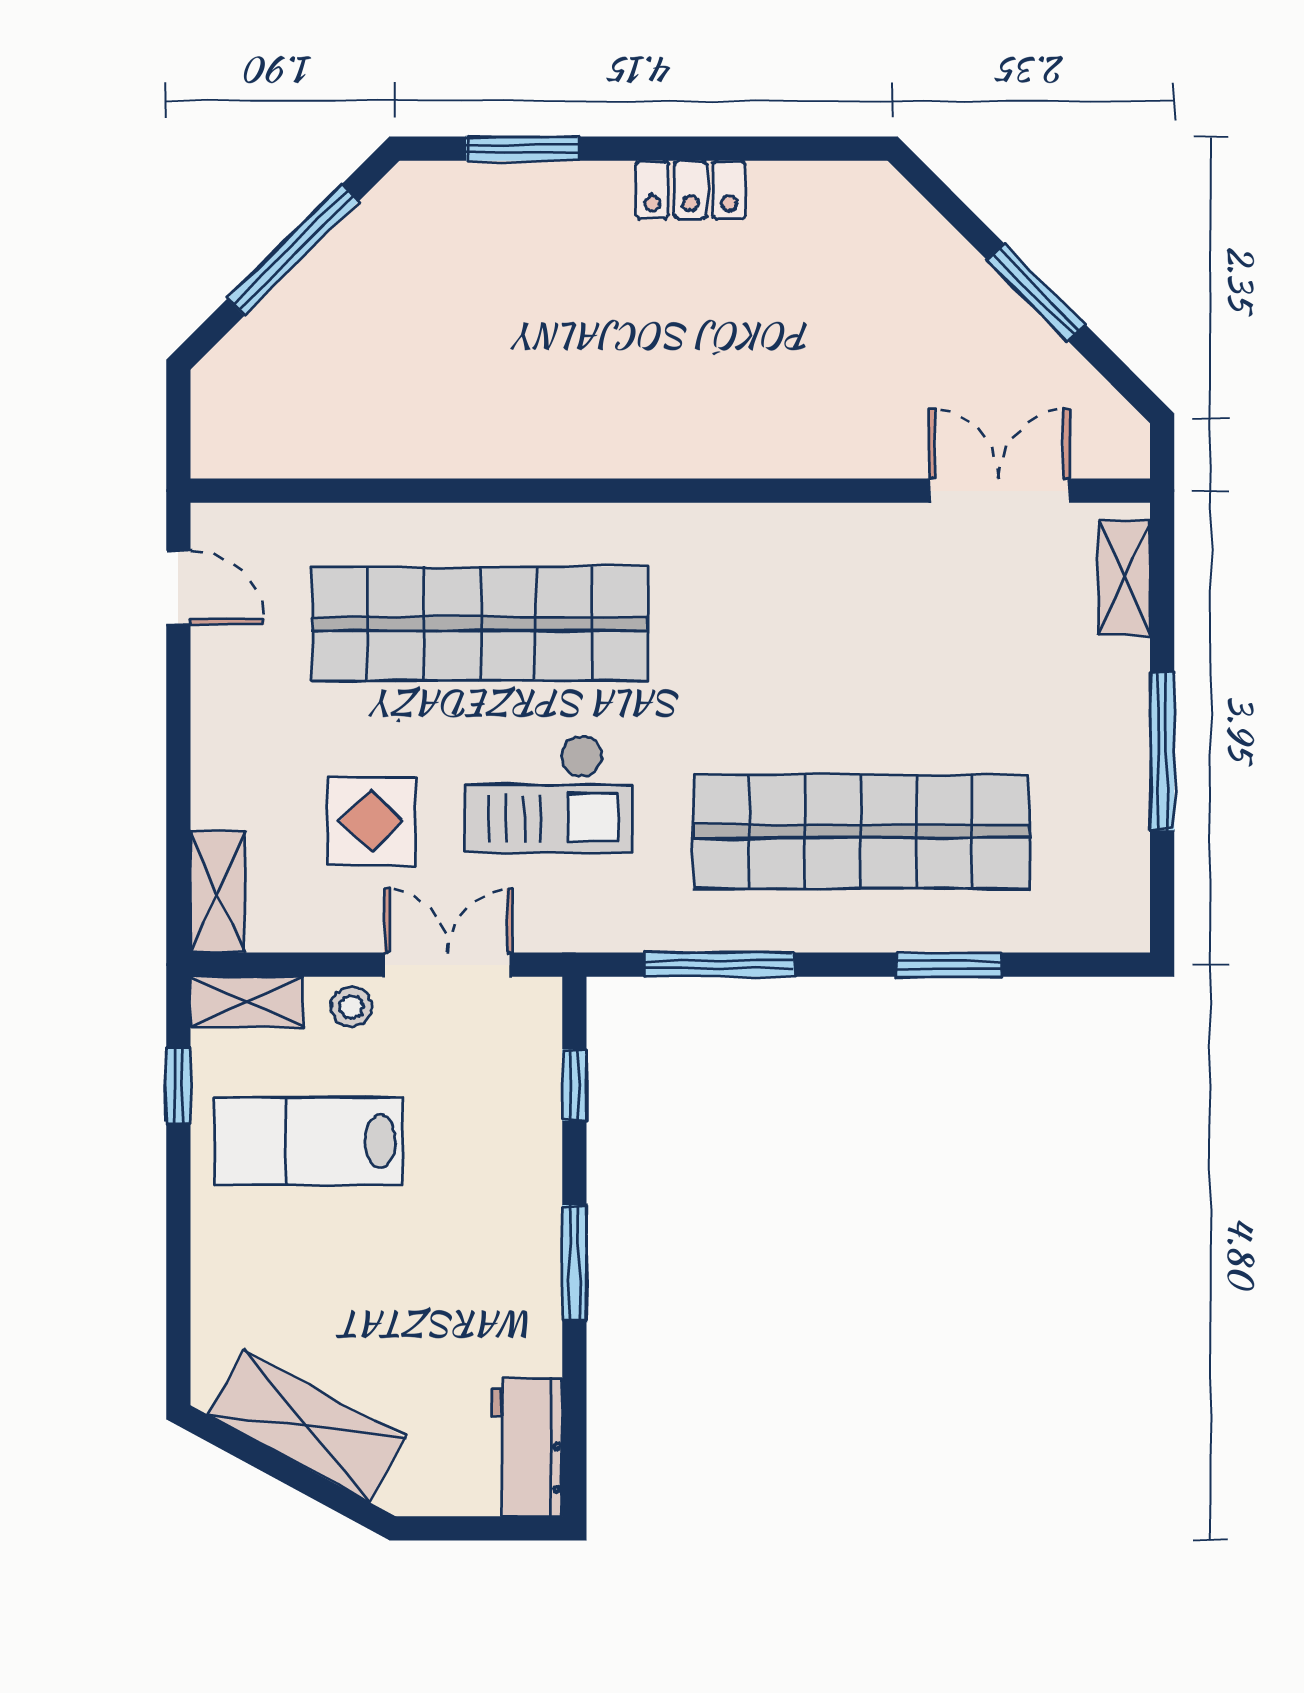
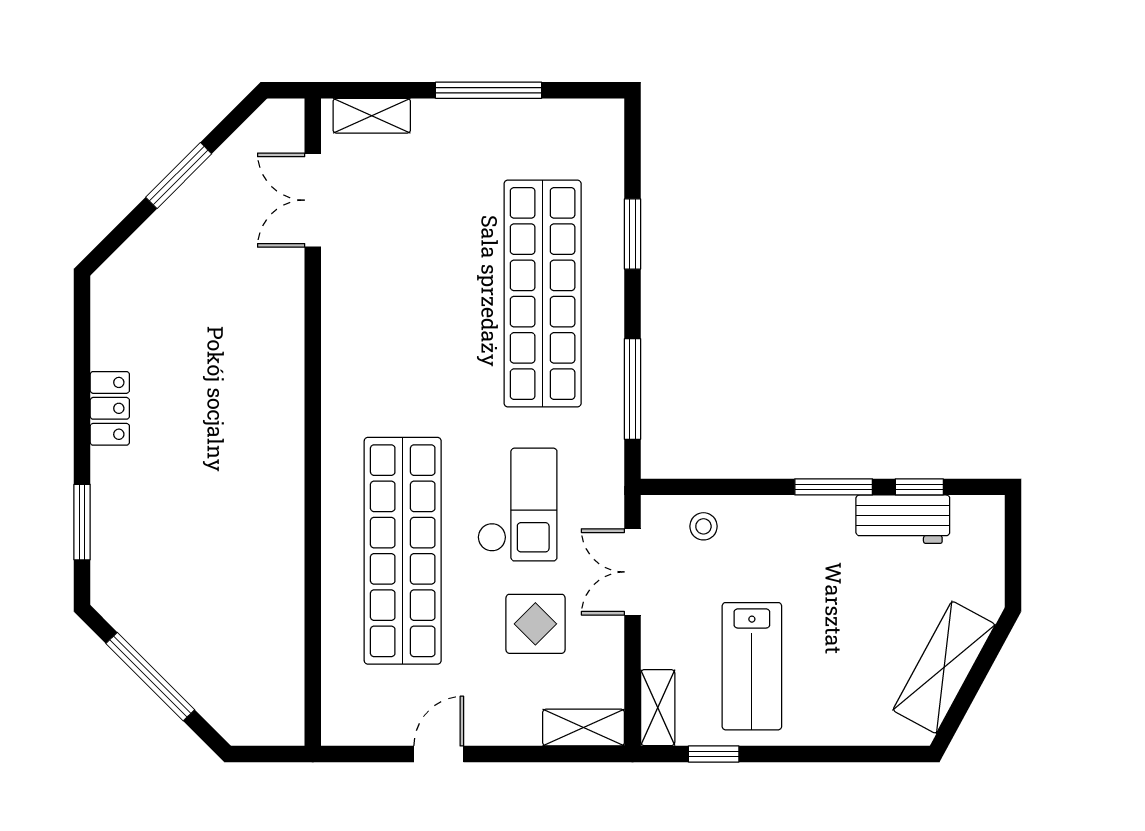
door: (178, 587) -> (439, 754), moved
stool: (351, 1007) -> (703, 526), moved
window: (574, 1085) -> (919, 487), moved
workbench: (526, 1447) -> (903, 519), moved

